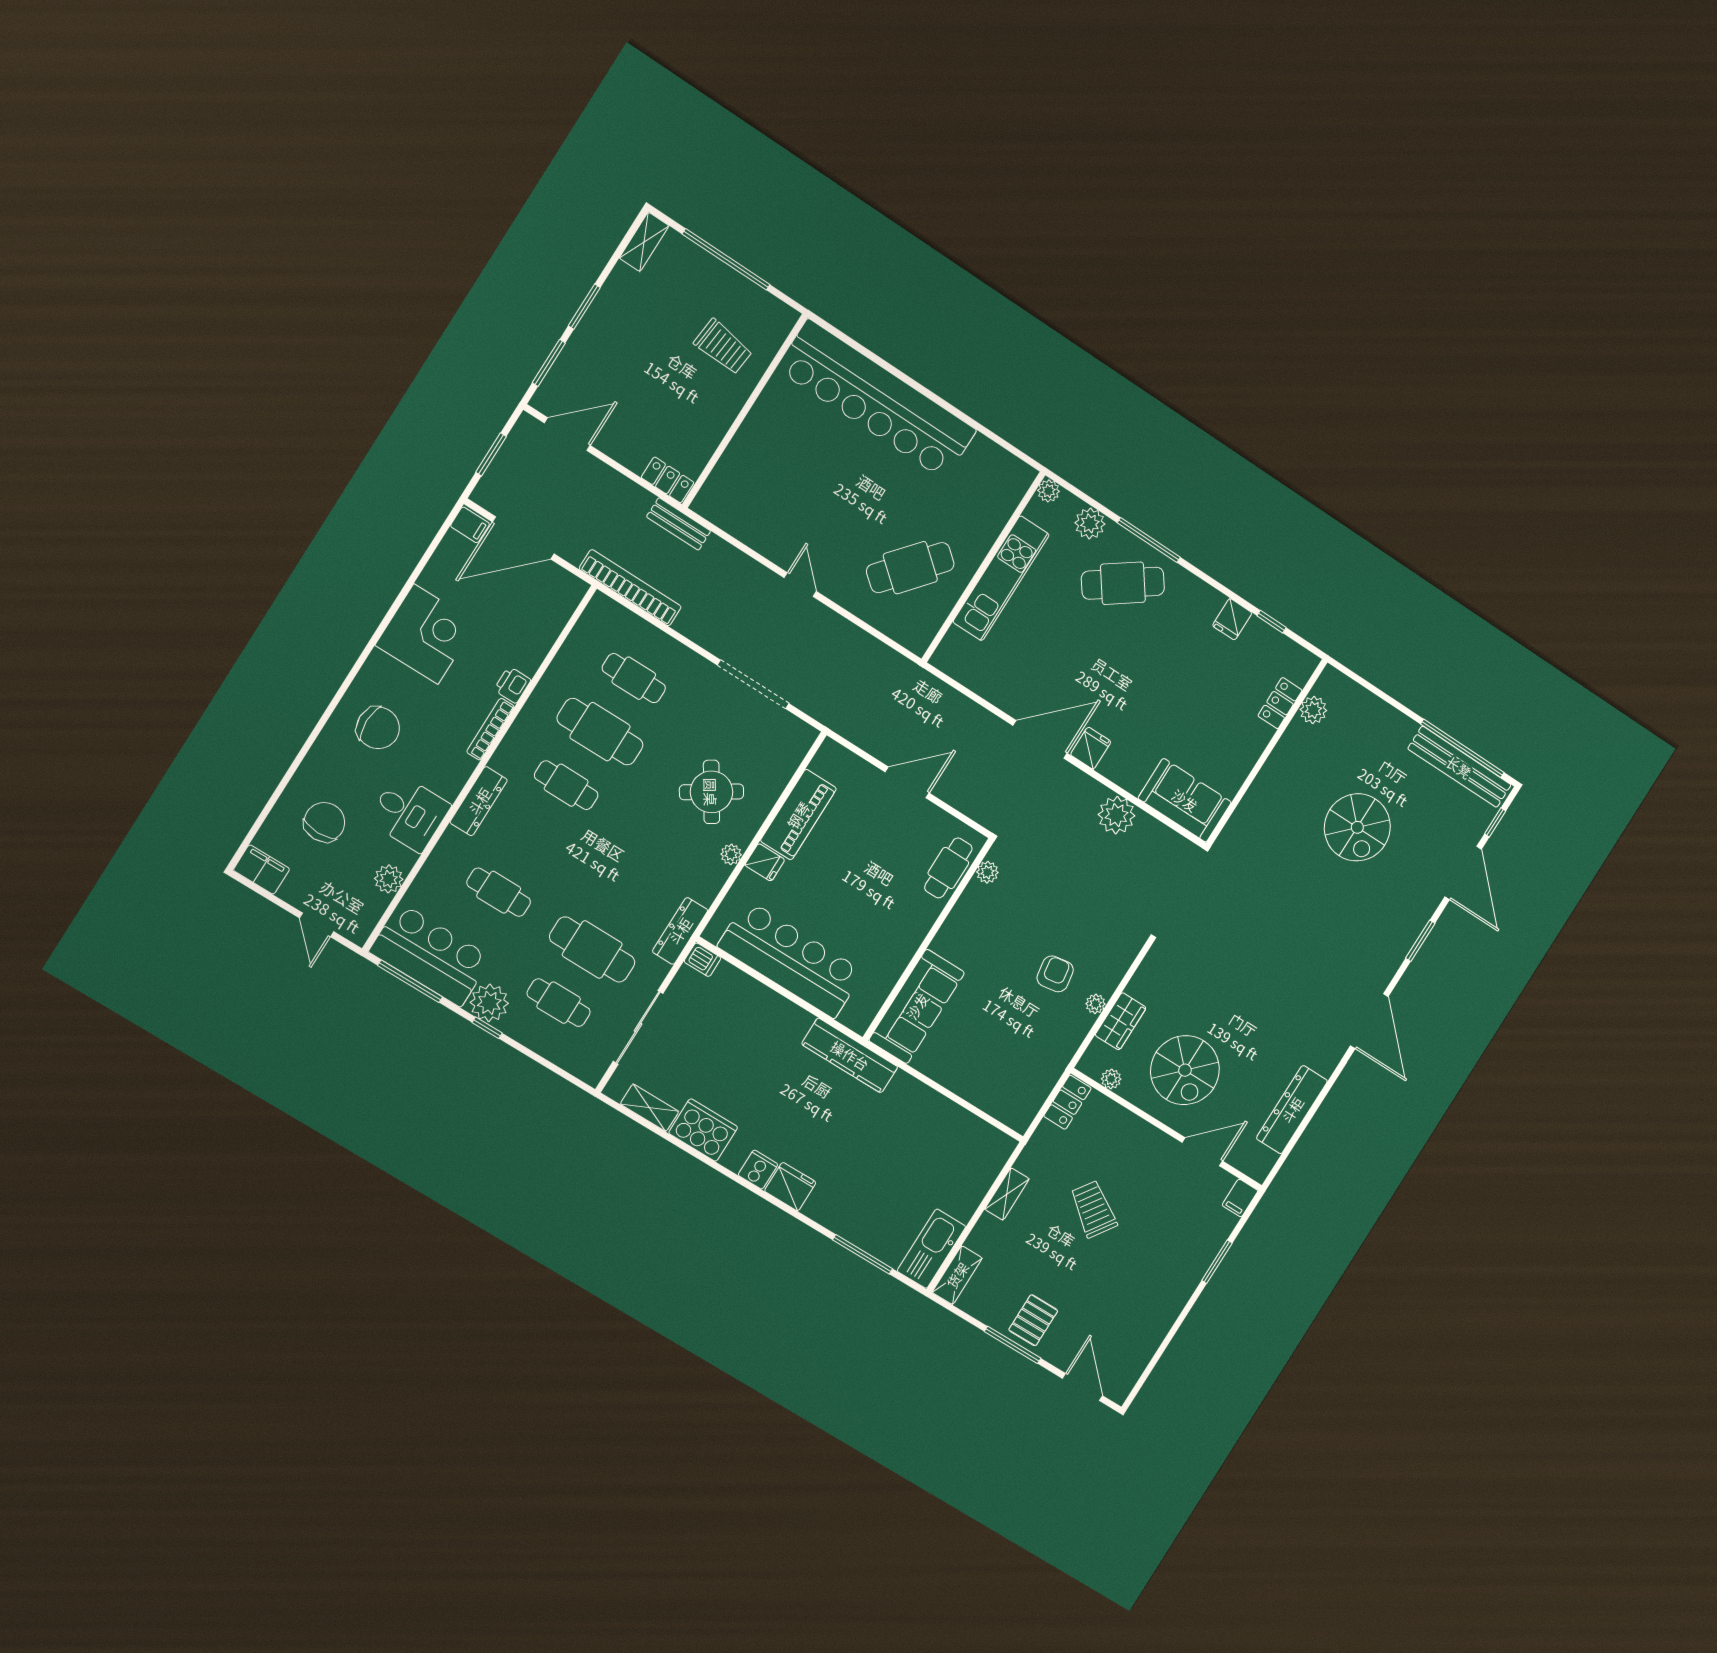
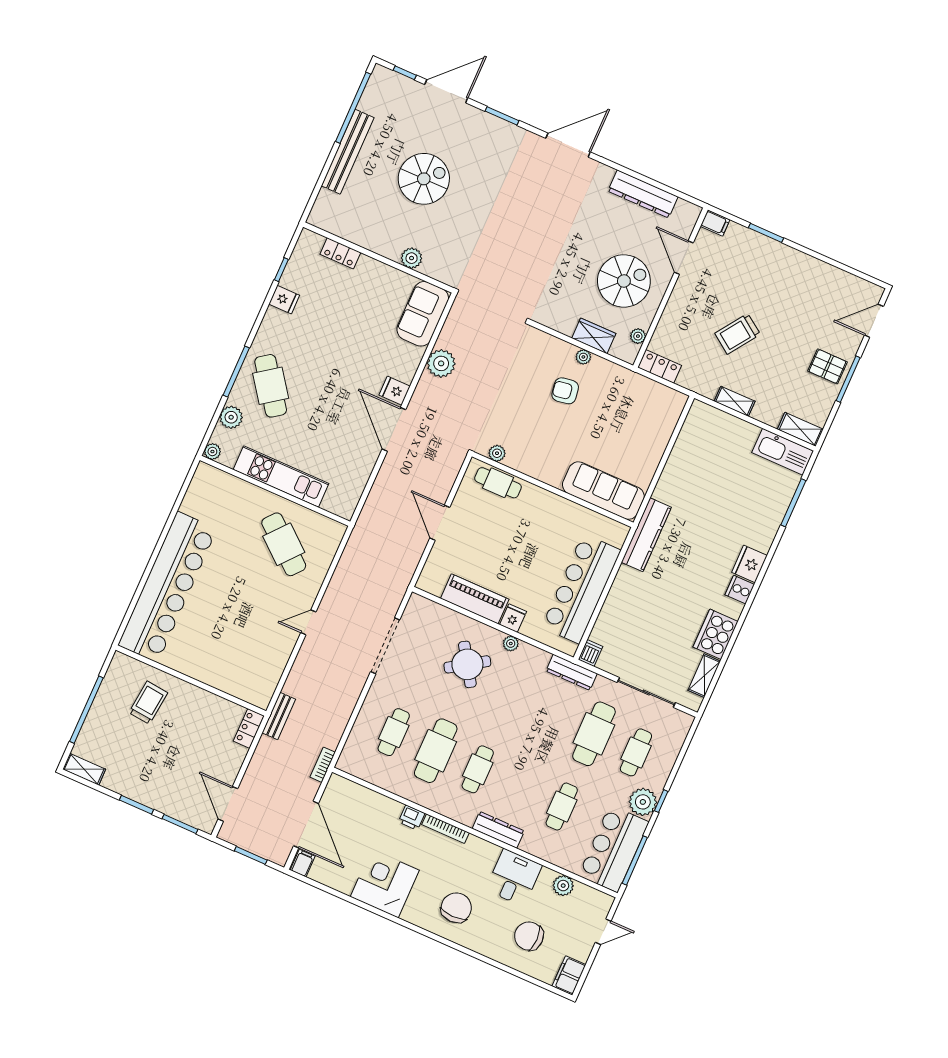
bookcase: (630, 588) -> (323, 765), width x0.43, depth x0.76
plant: (1313, 710) -> (412, 258), moved
bench: (1459, 767) -> (348, 152), moved

